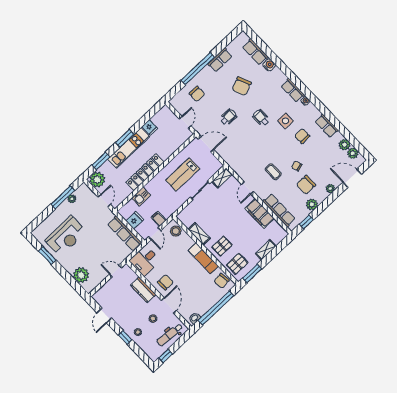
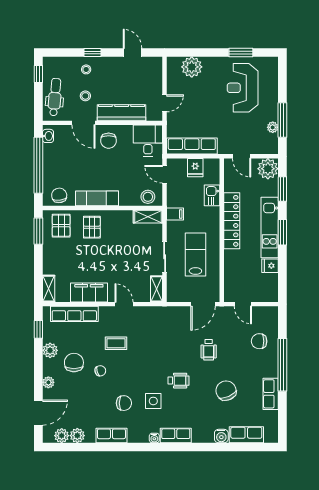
filing cabinet: (159, 219) -> (175, 214), moved
shelving: (199, 234) -> (148, 217), moved
shelving: (266, 250) -> (49, 289), moved
kitchen counter: (143, 290) -> (122, 113), width x1.50

